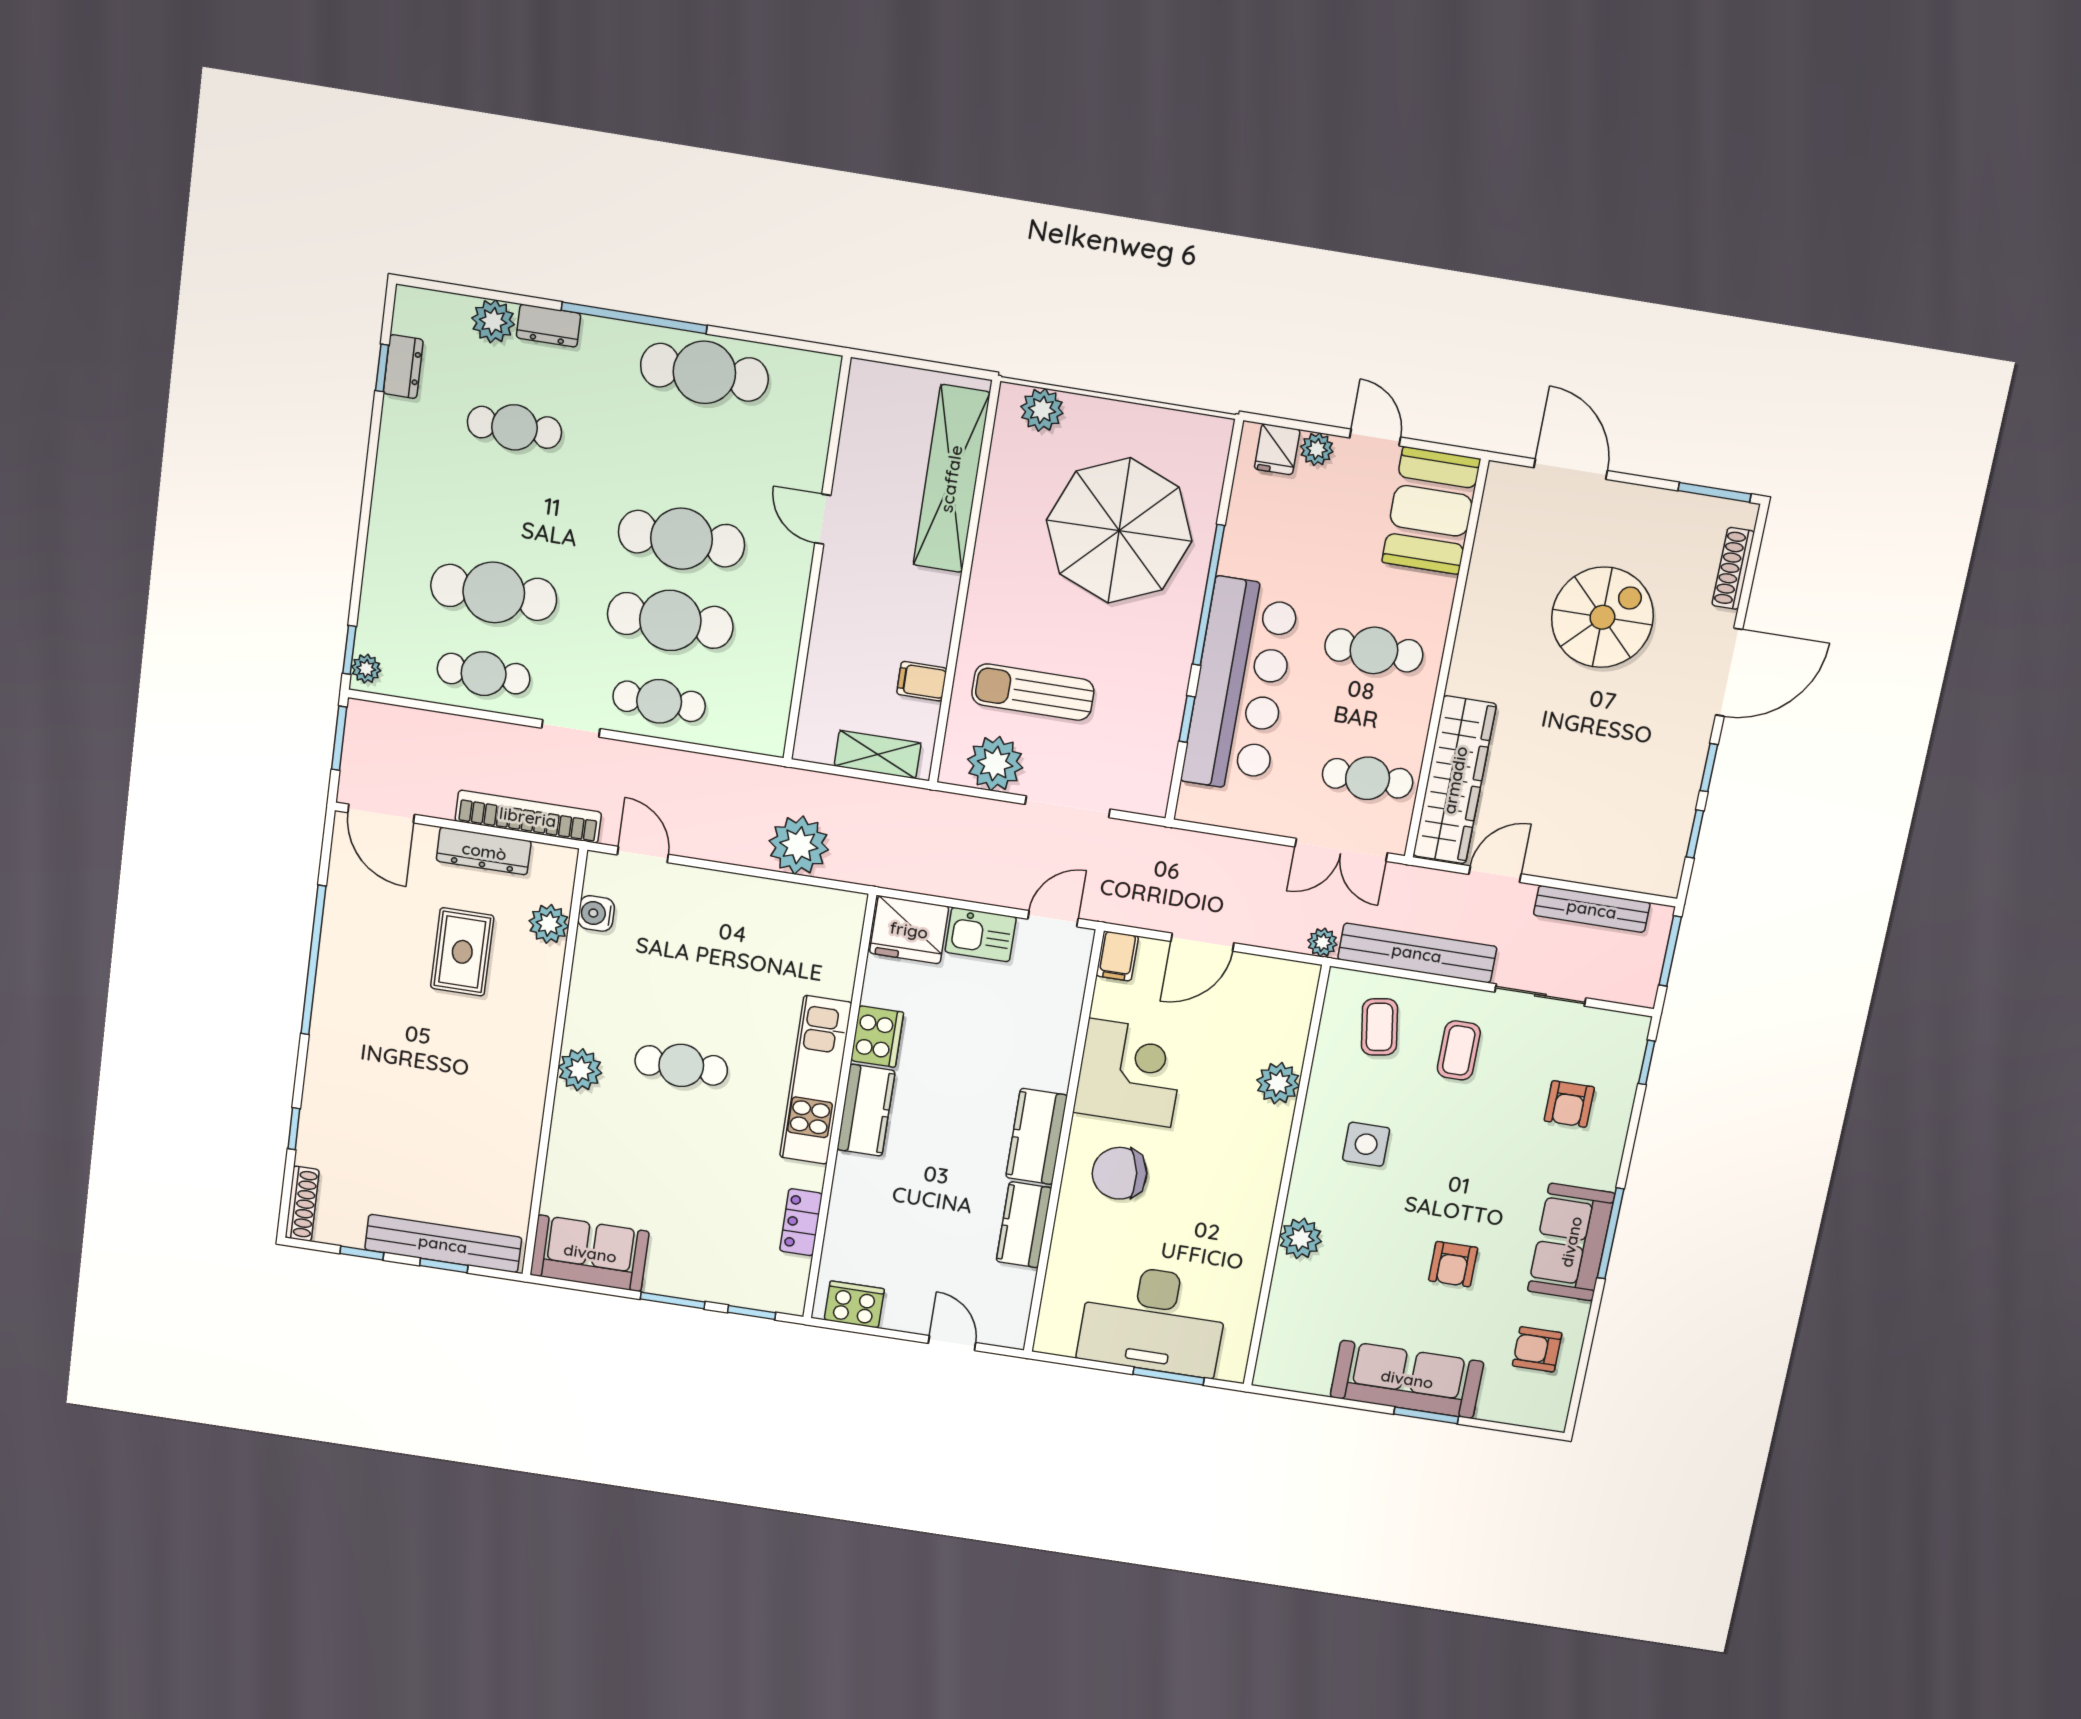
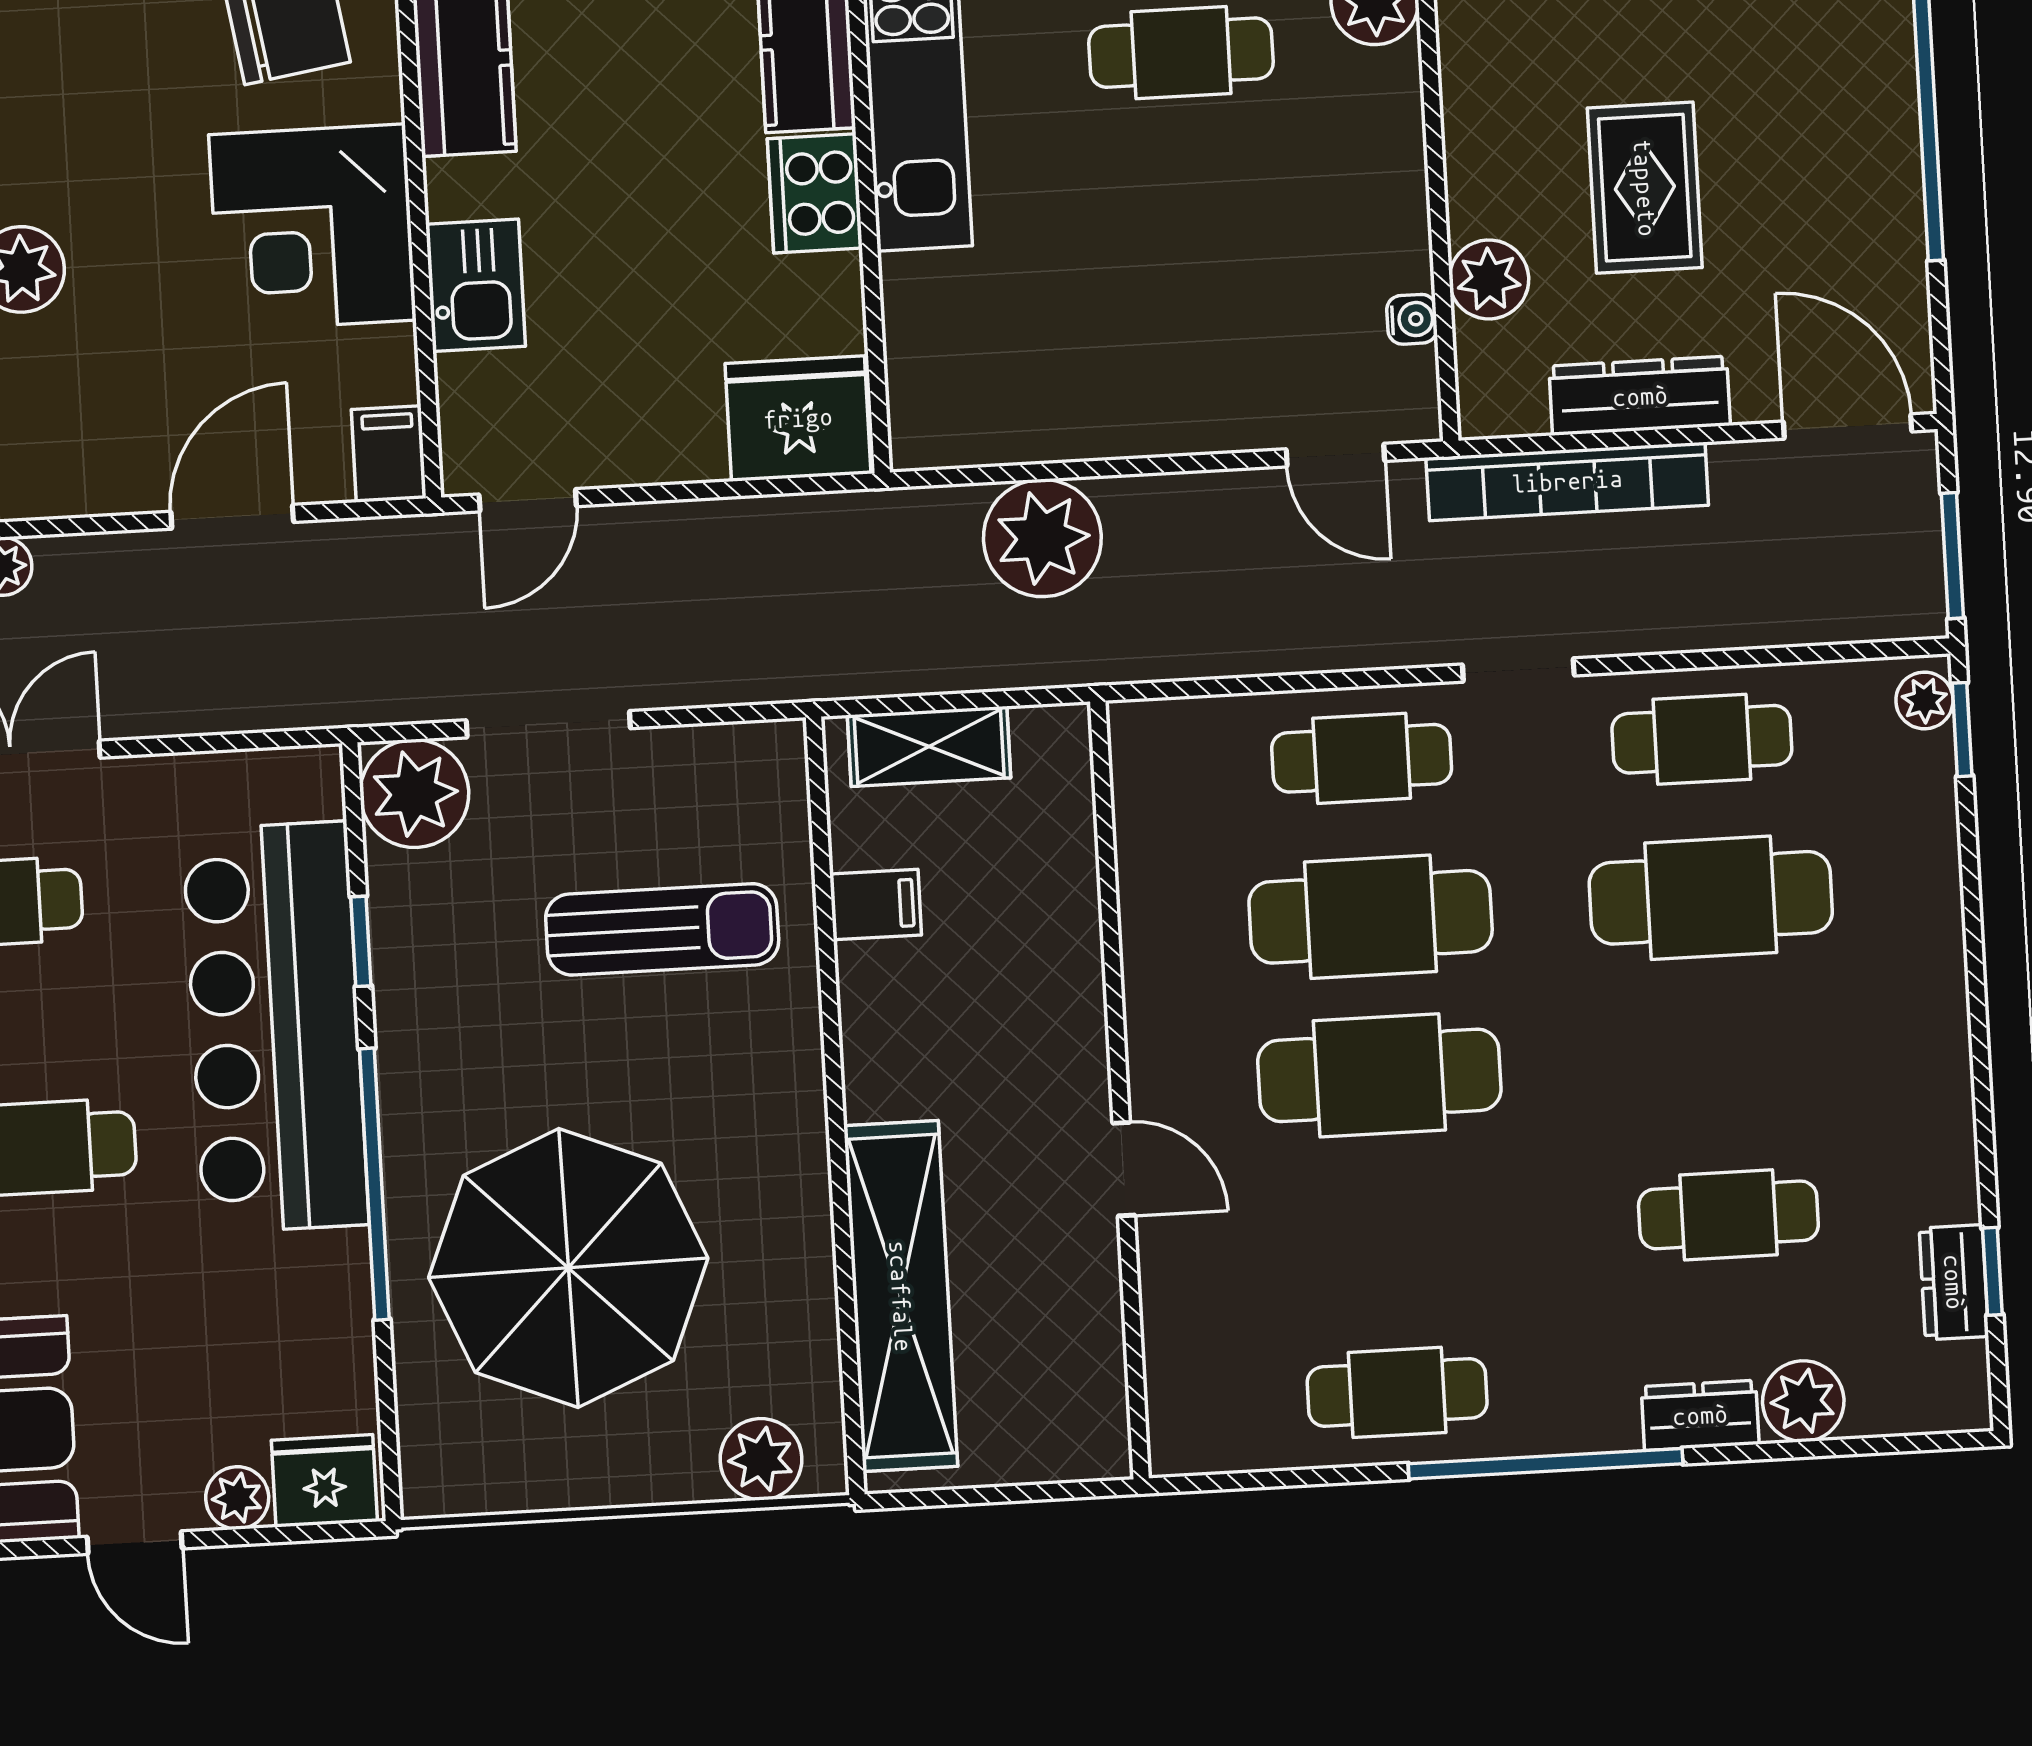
cafe table: (704, 372) -> (1397, 1392), width x0.73, depth x0.74
fridge: (1277, 449) -> (324, 1481), width x1.38
plant: (995, 764) -> (414, 793), moved
water cooler: (596, 913) -> (1412, 319), width x0.72, depth x0.72
kitchen sink: (981, 935) -> (476, 285), moved, turned 90

